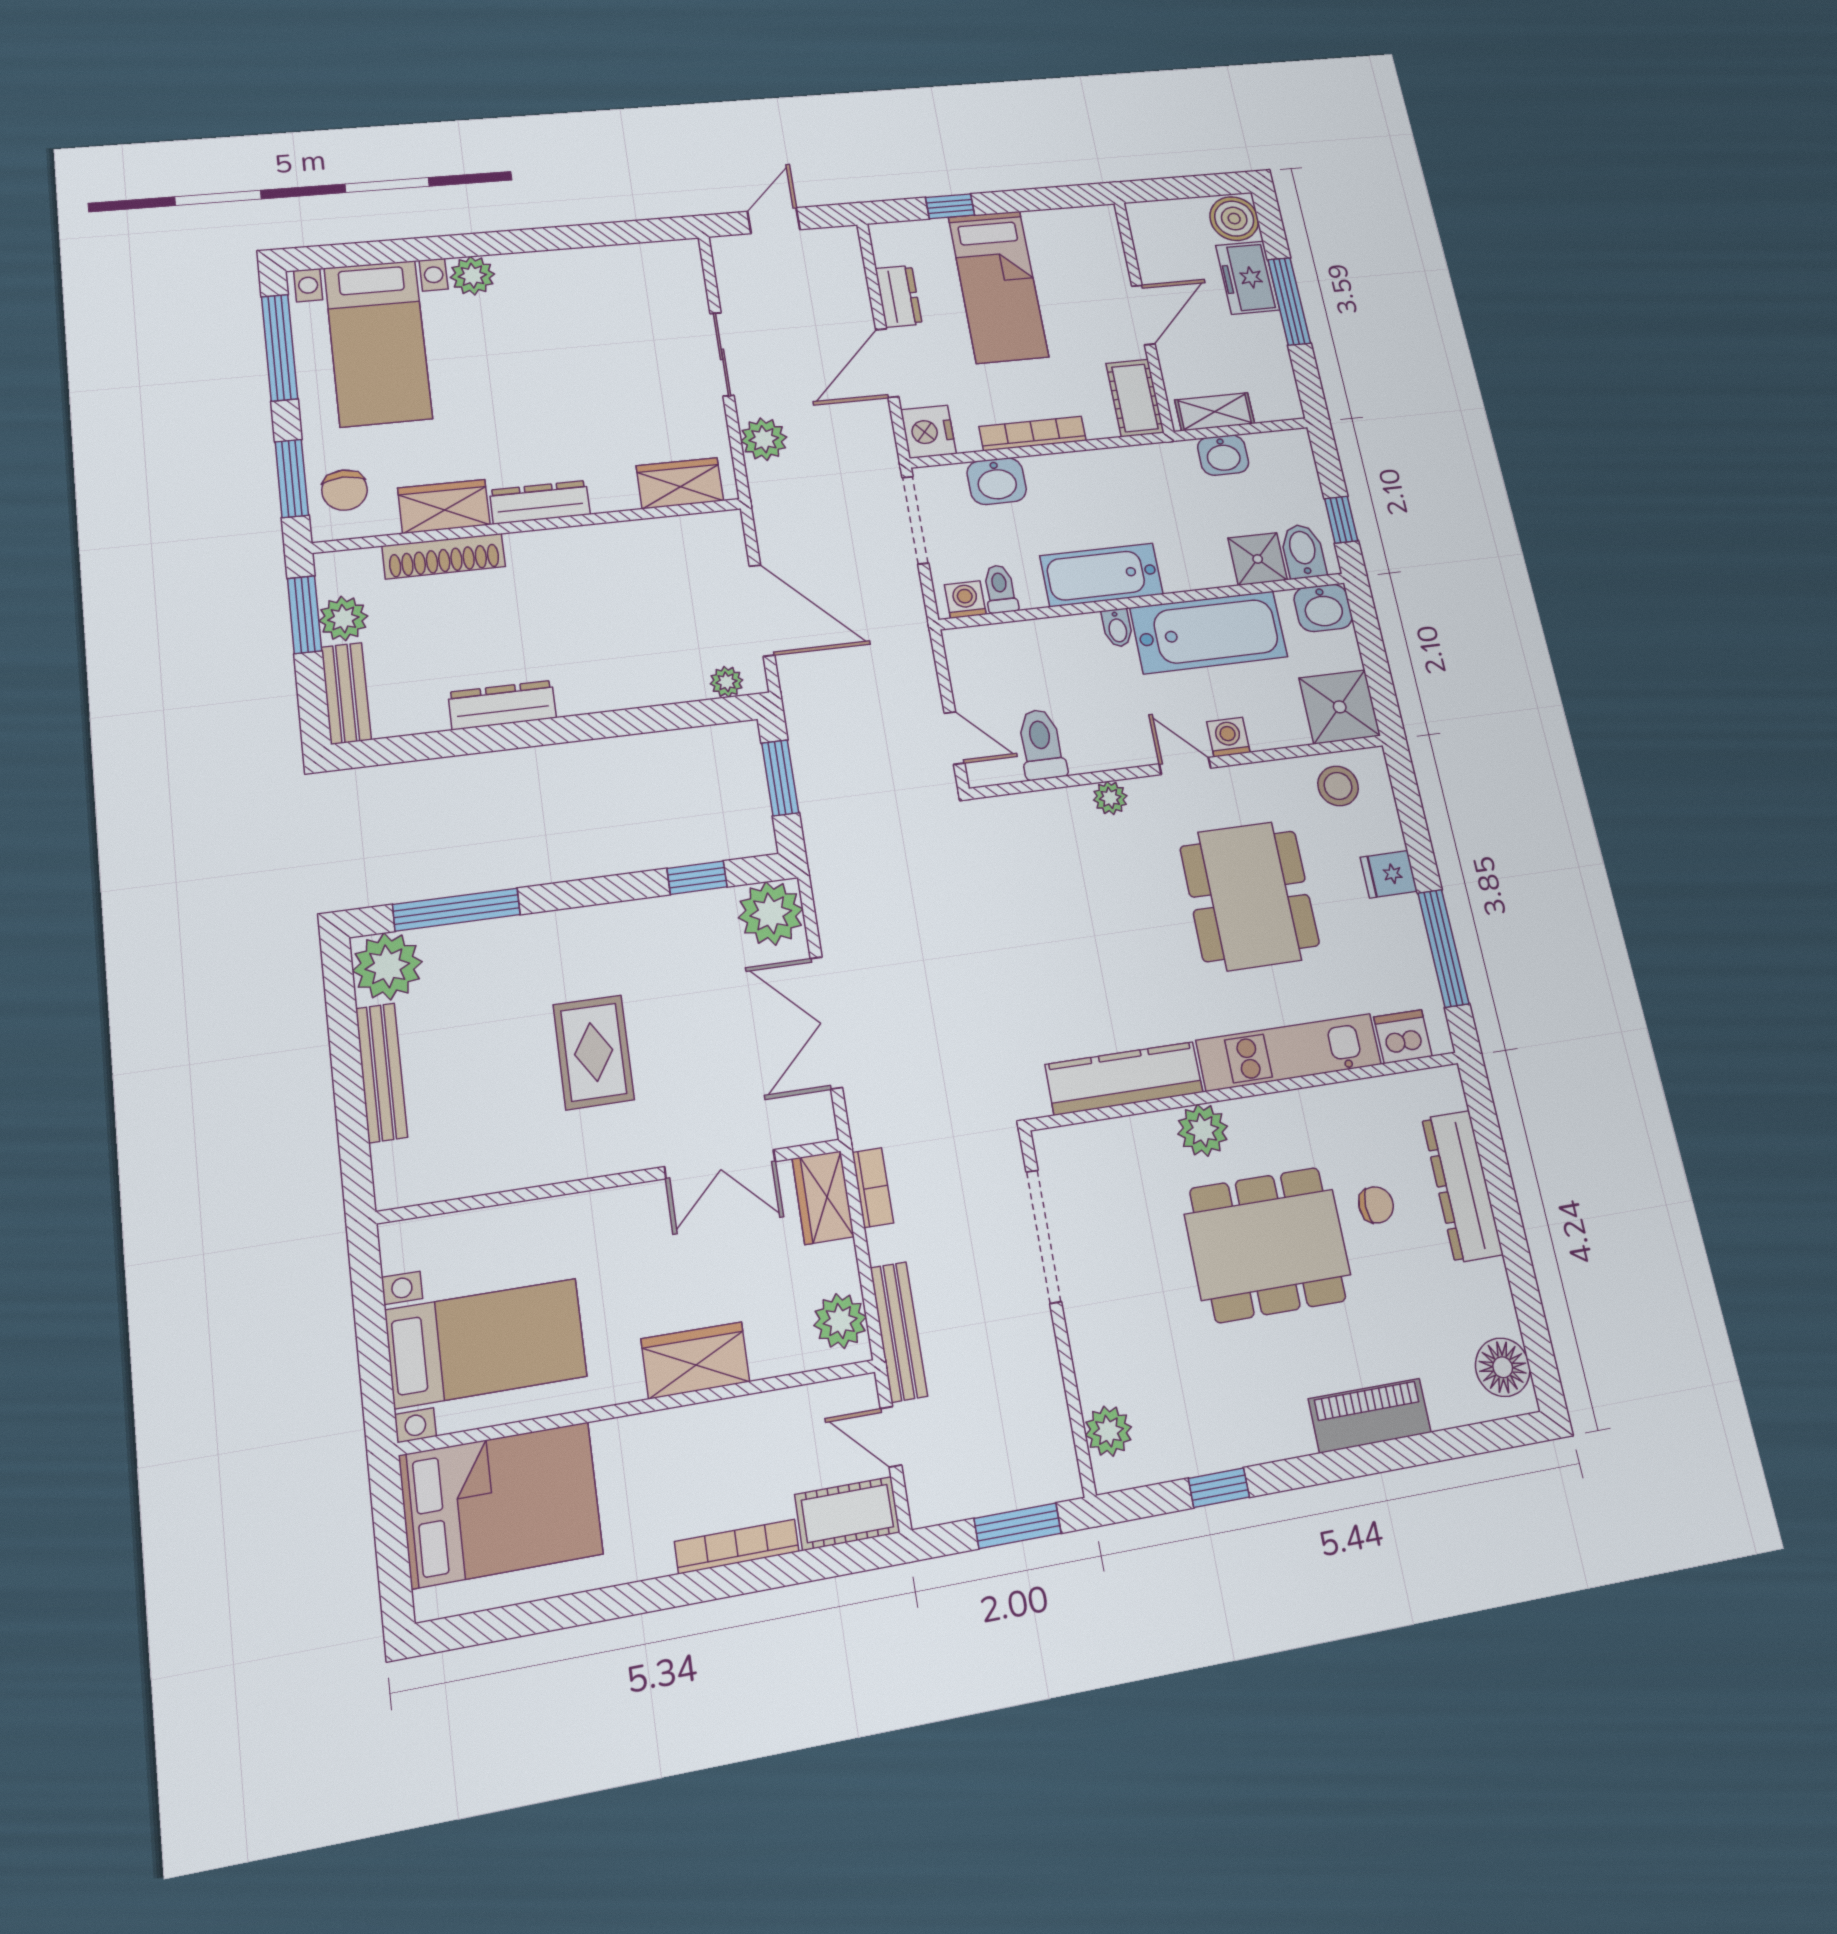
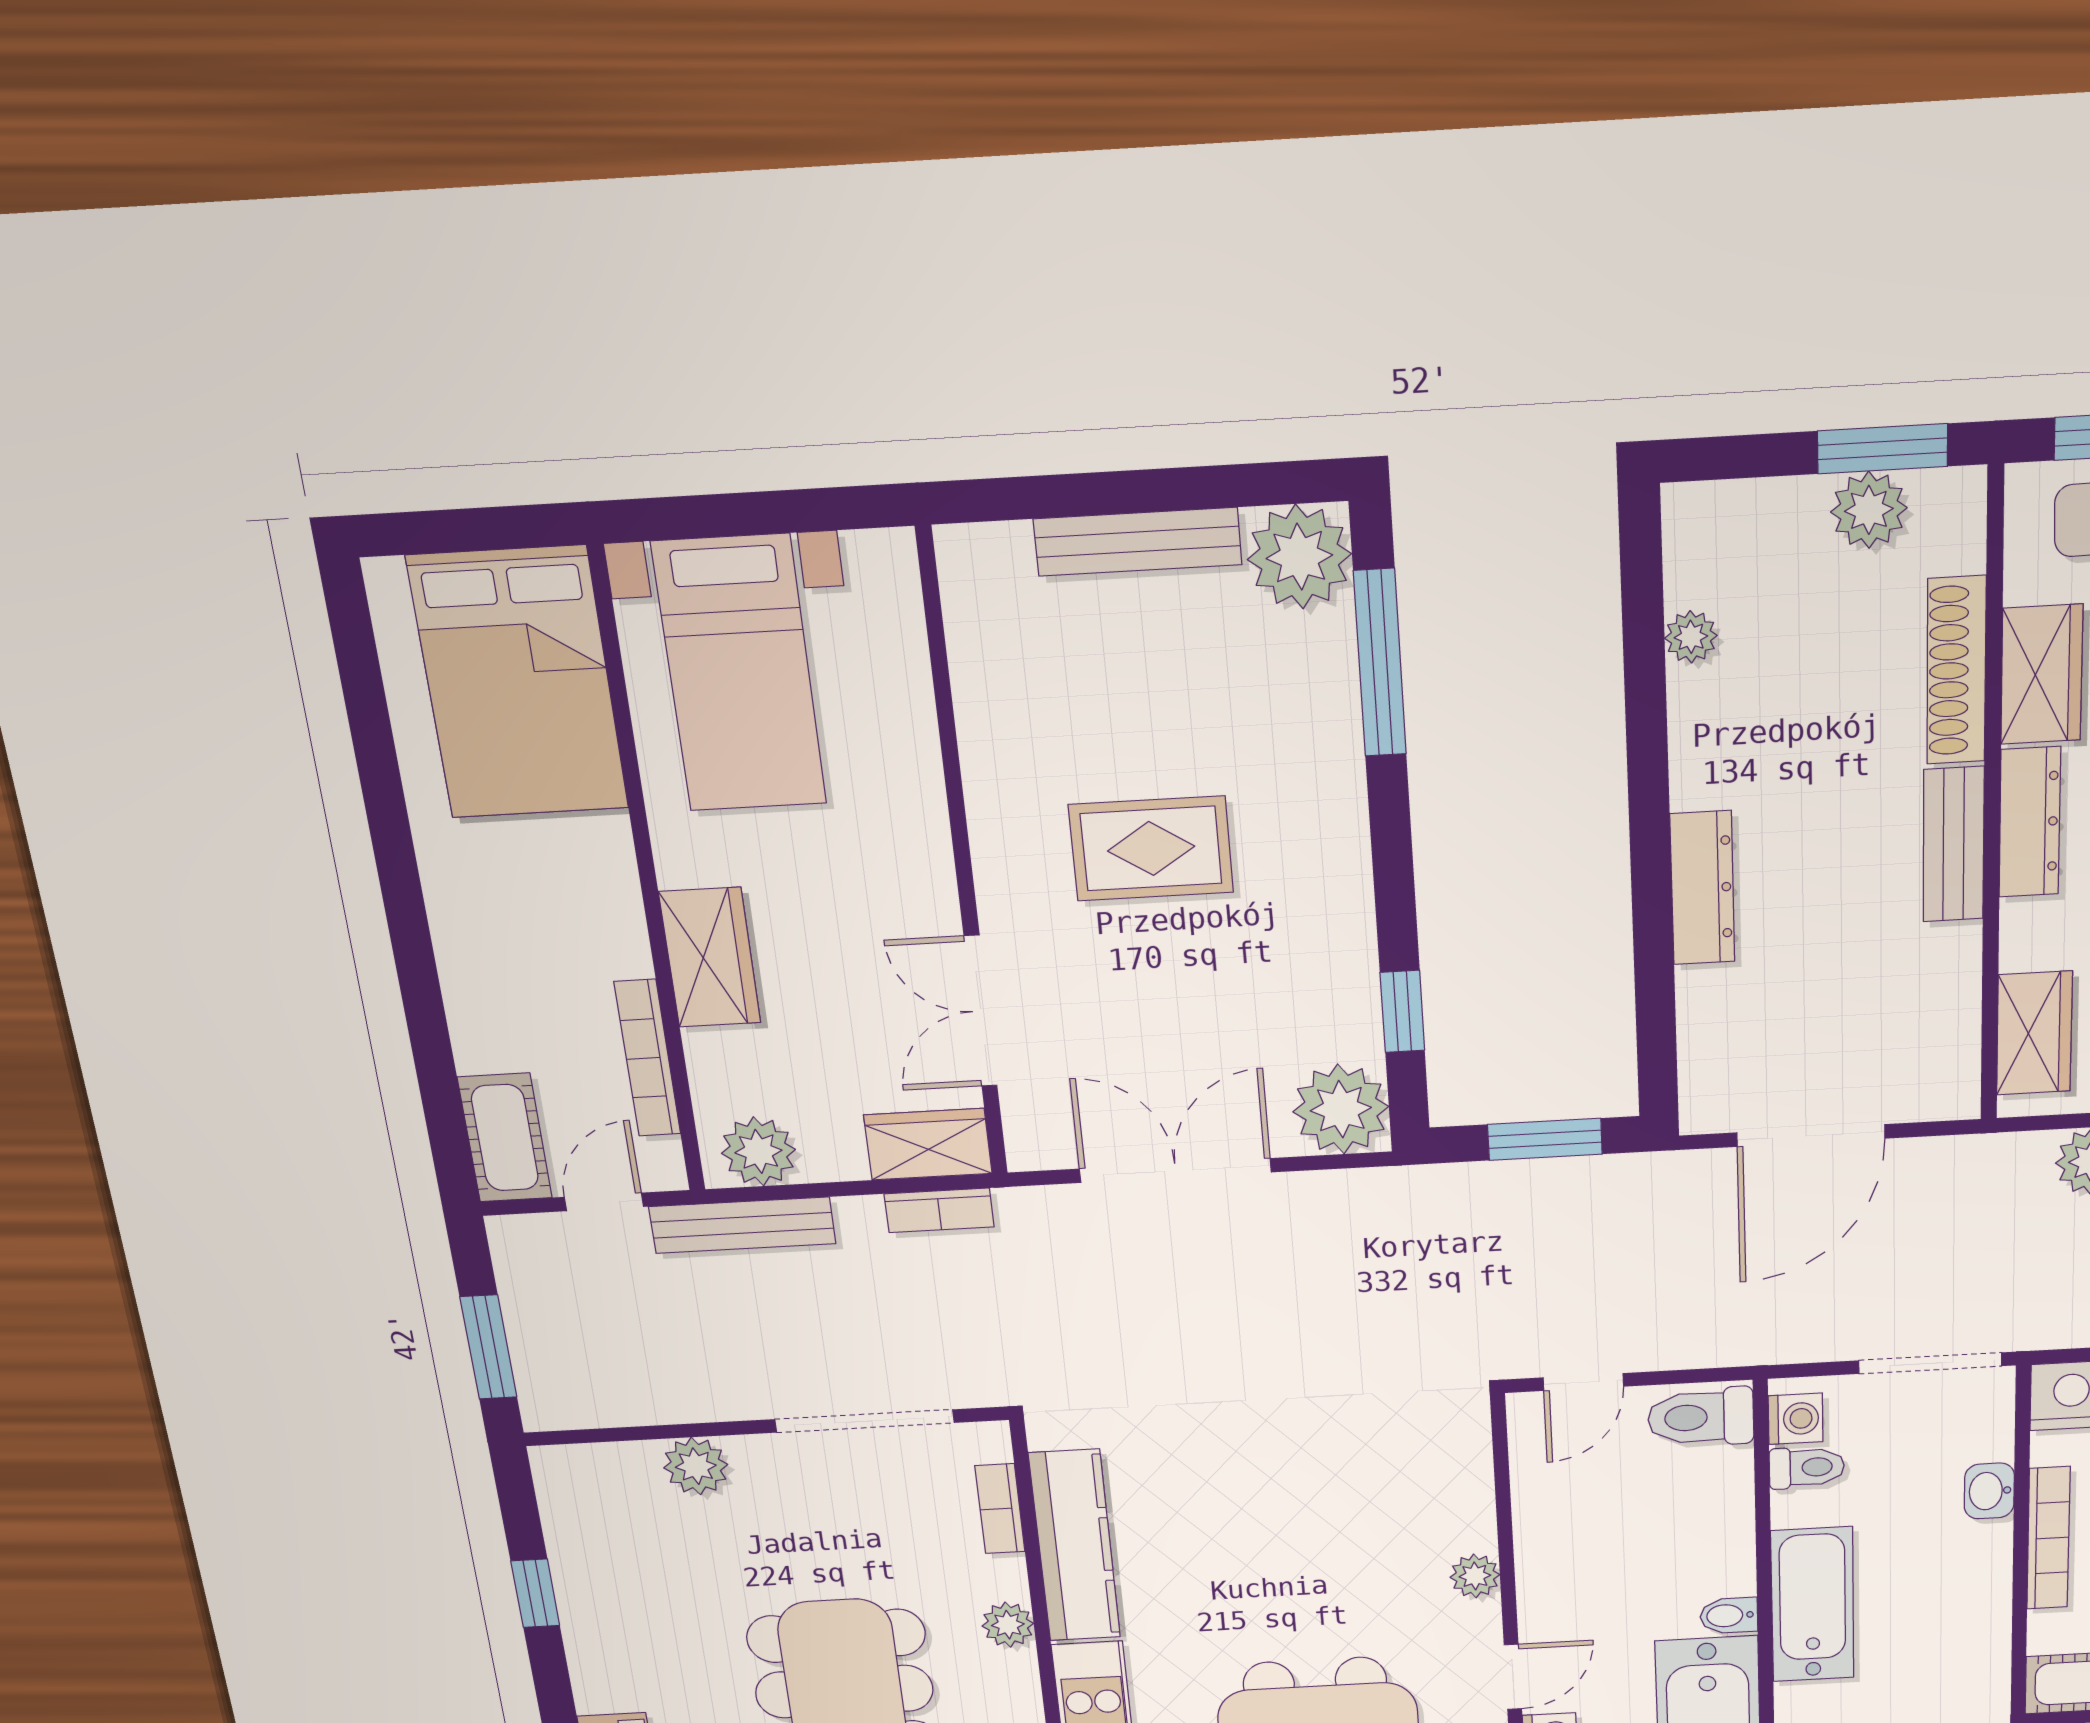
washbasin: (997, 481) -> (1989, 1491), width x0.72, depth x0.69
plant: (727, 682) -> (1691, 637), moved
bench: (346, 693) -> (1954, 844), moved, turned 90
dresser: (502, 705) -> (1702, 888), moved
toilet: (1041, 744) -> (1701, 1417), moved, turned 180
plant: (1203, 1130) -> (1008, 1625), width x0.73, depth x0.73
bookcase: (1101, 1134) -> (1000, 1509), added
plant: (1108, 1431) -> (696, 1466), moved
bookcase: (737, 1547) -> (647, 1058), moved, turned 180

